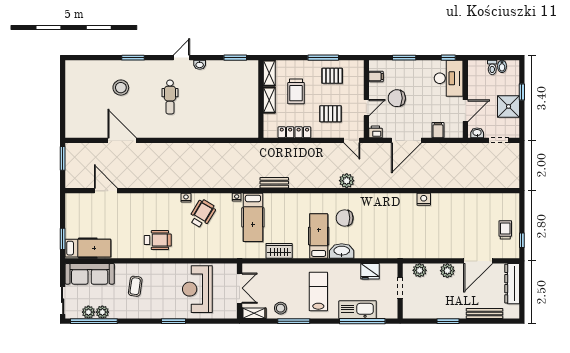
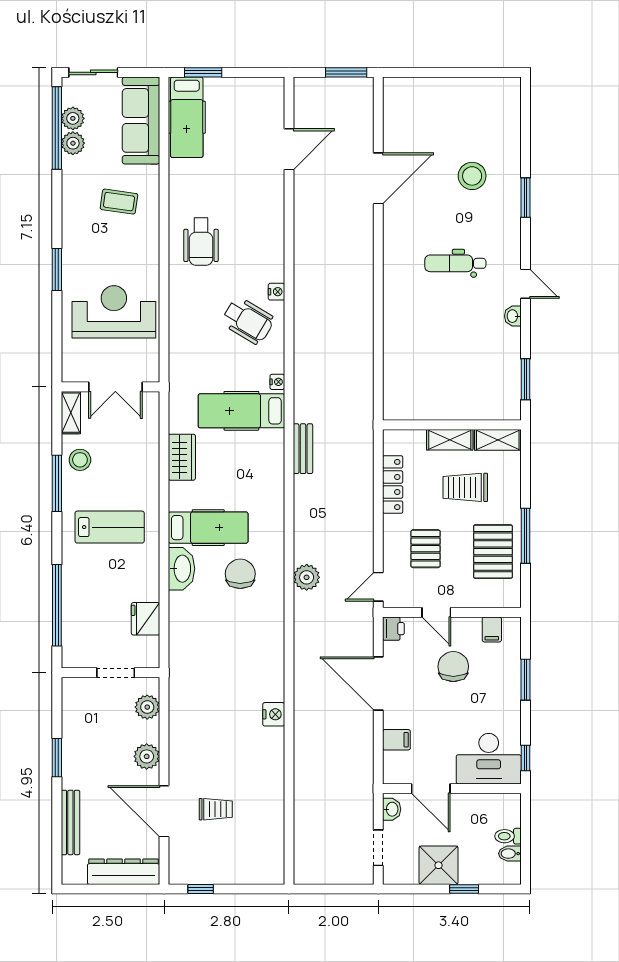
pallet: (332, 76) -> (493, 552), width x1.50, depth x1.42
trolley: (505, 230) -> (216, 809), moved
kitchen sink: (358, 310) -> (77, 597), removed

